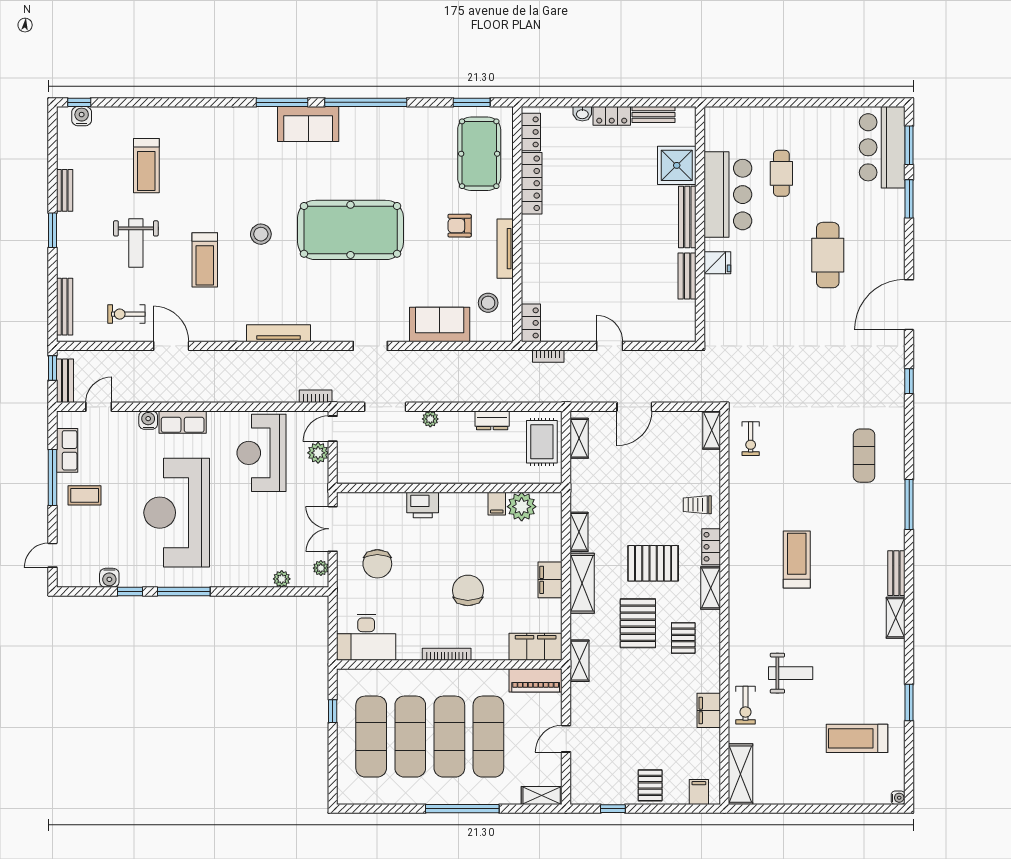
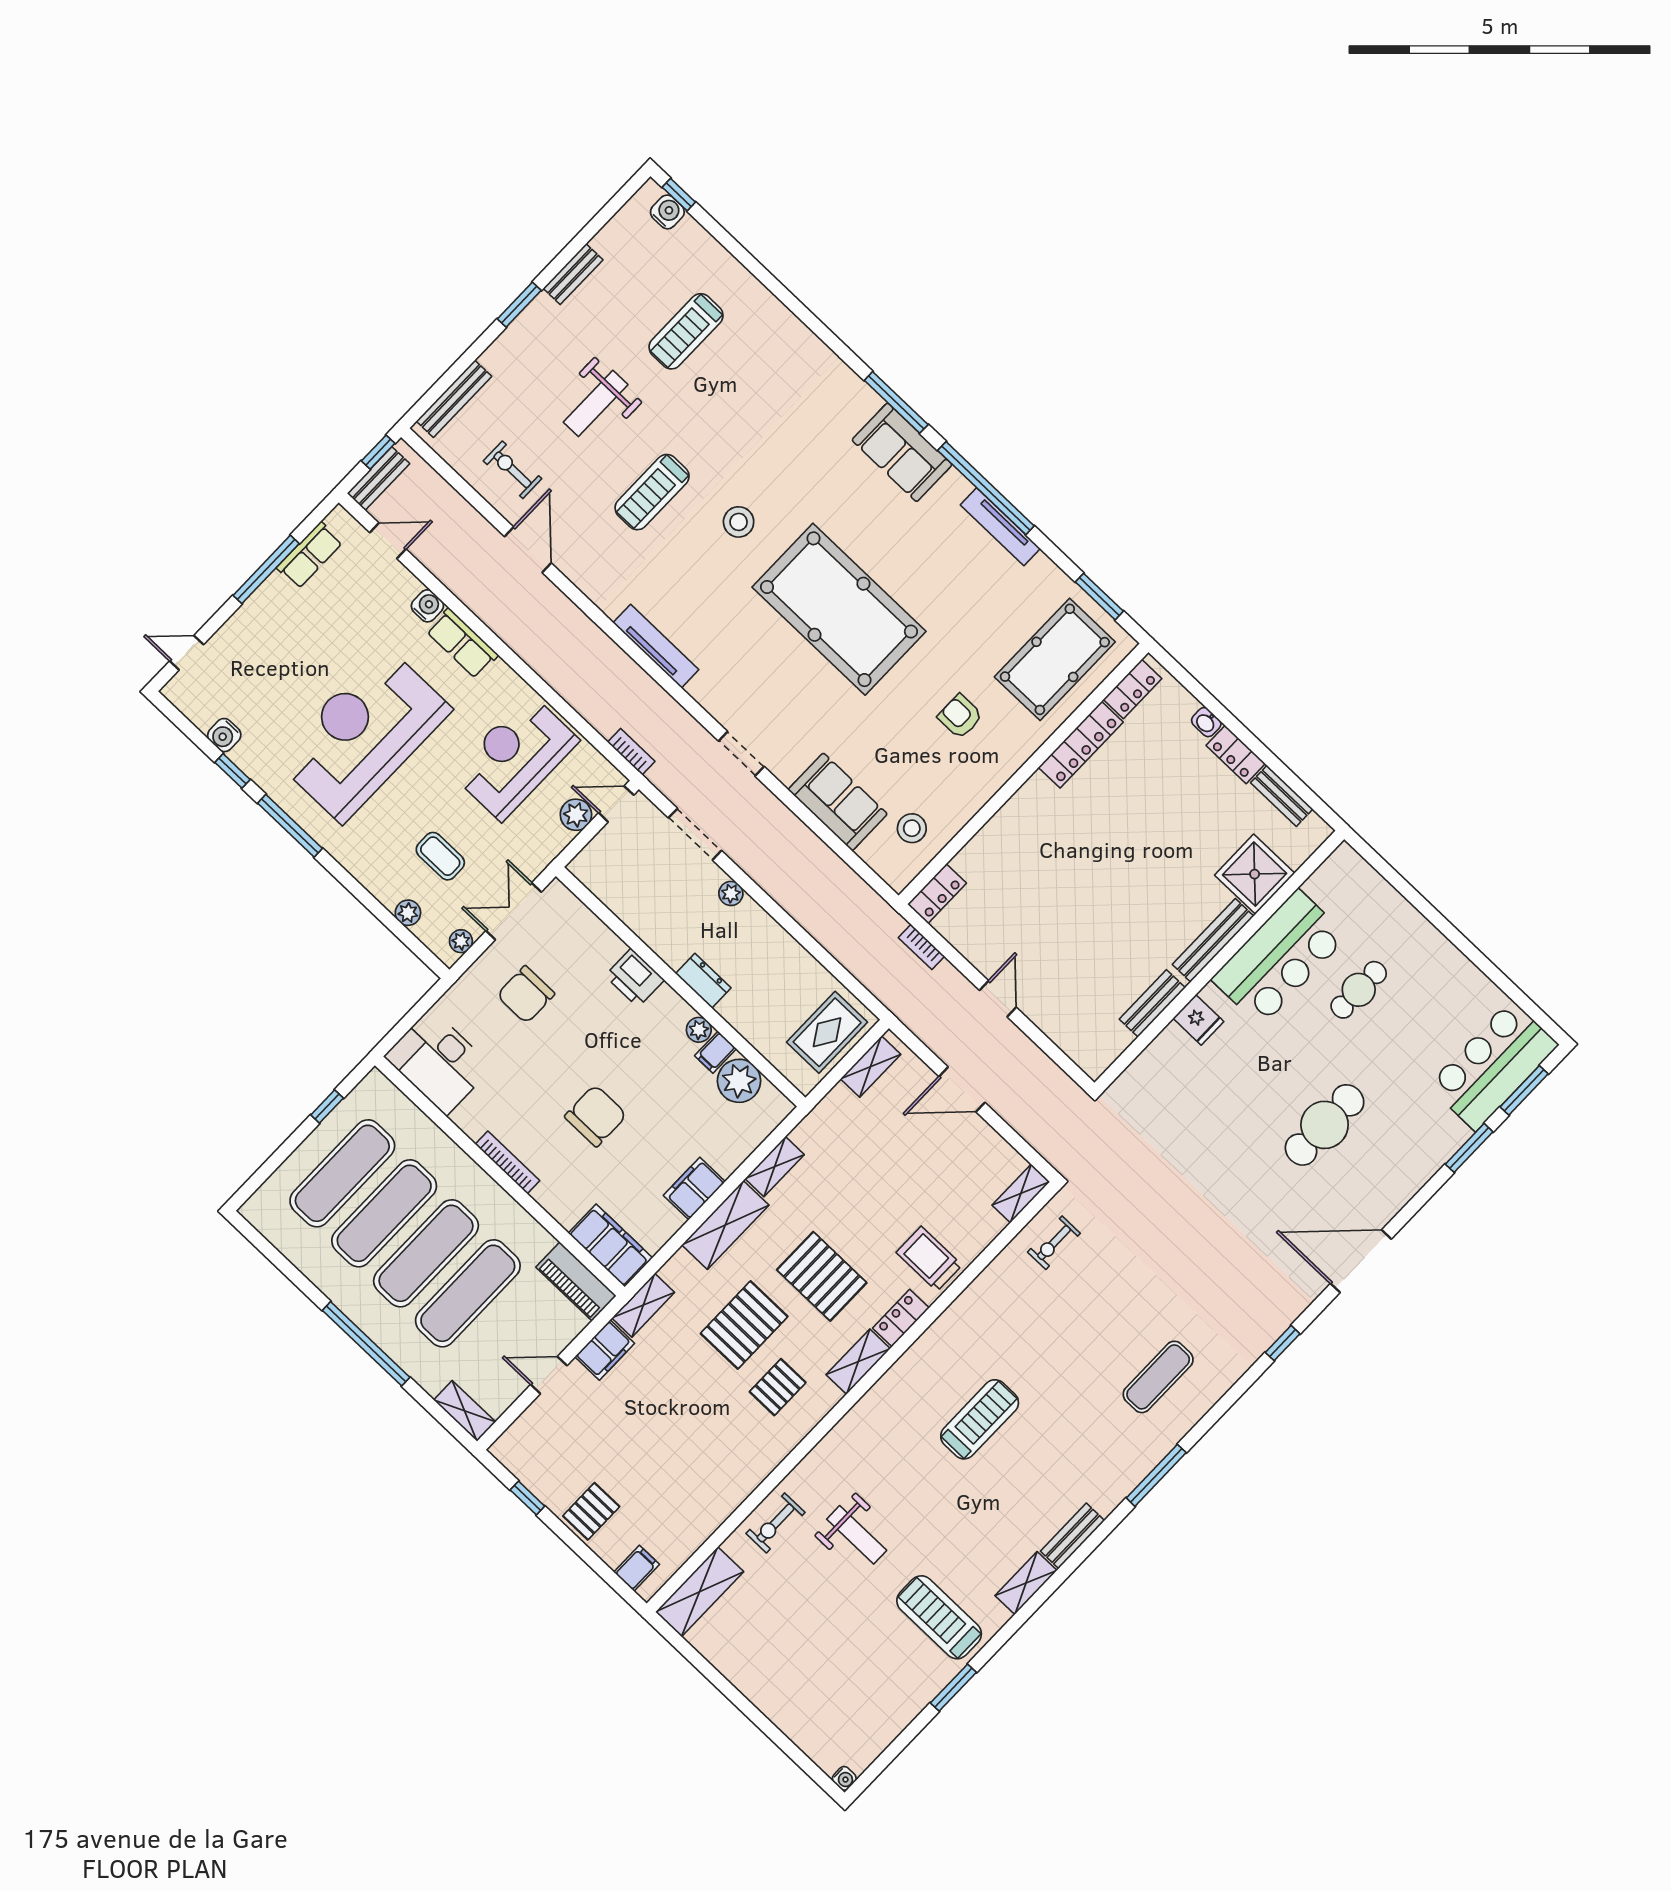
tv unit: (505, 249) -> (1000, 527), moved, turned -90
dresser: (492, 420) -> (703, 981), moved, turned 180
coffee table: (85, 495) -> (440, 856), moved
plant: (478, 500) -> (699, 1030), added
trolley: (697, 505) -> (929, 1259), width x1.36, depth x1.39
filing cabinet: (709, 710) -> (605, 1350), moved, turned 180
treadmill: (857, 738) -> (939, 1617), moved

